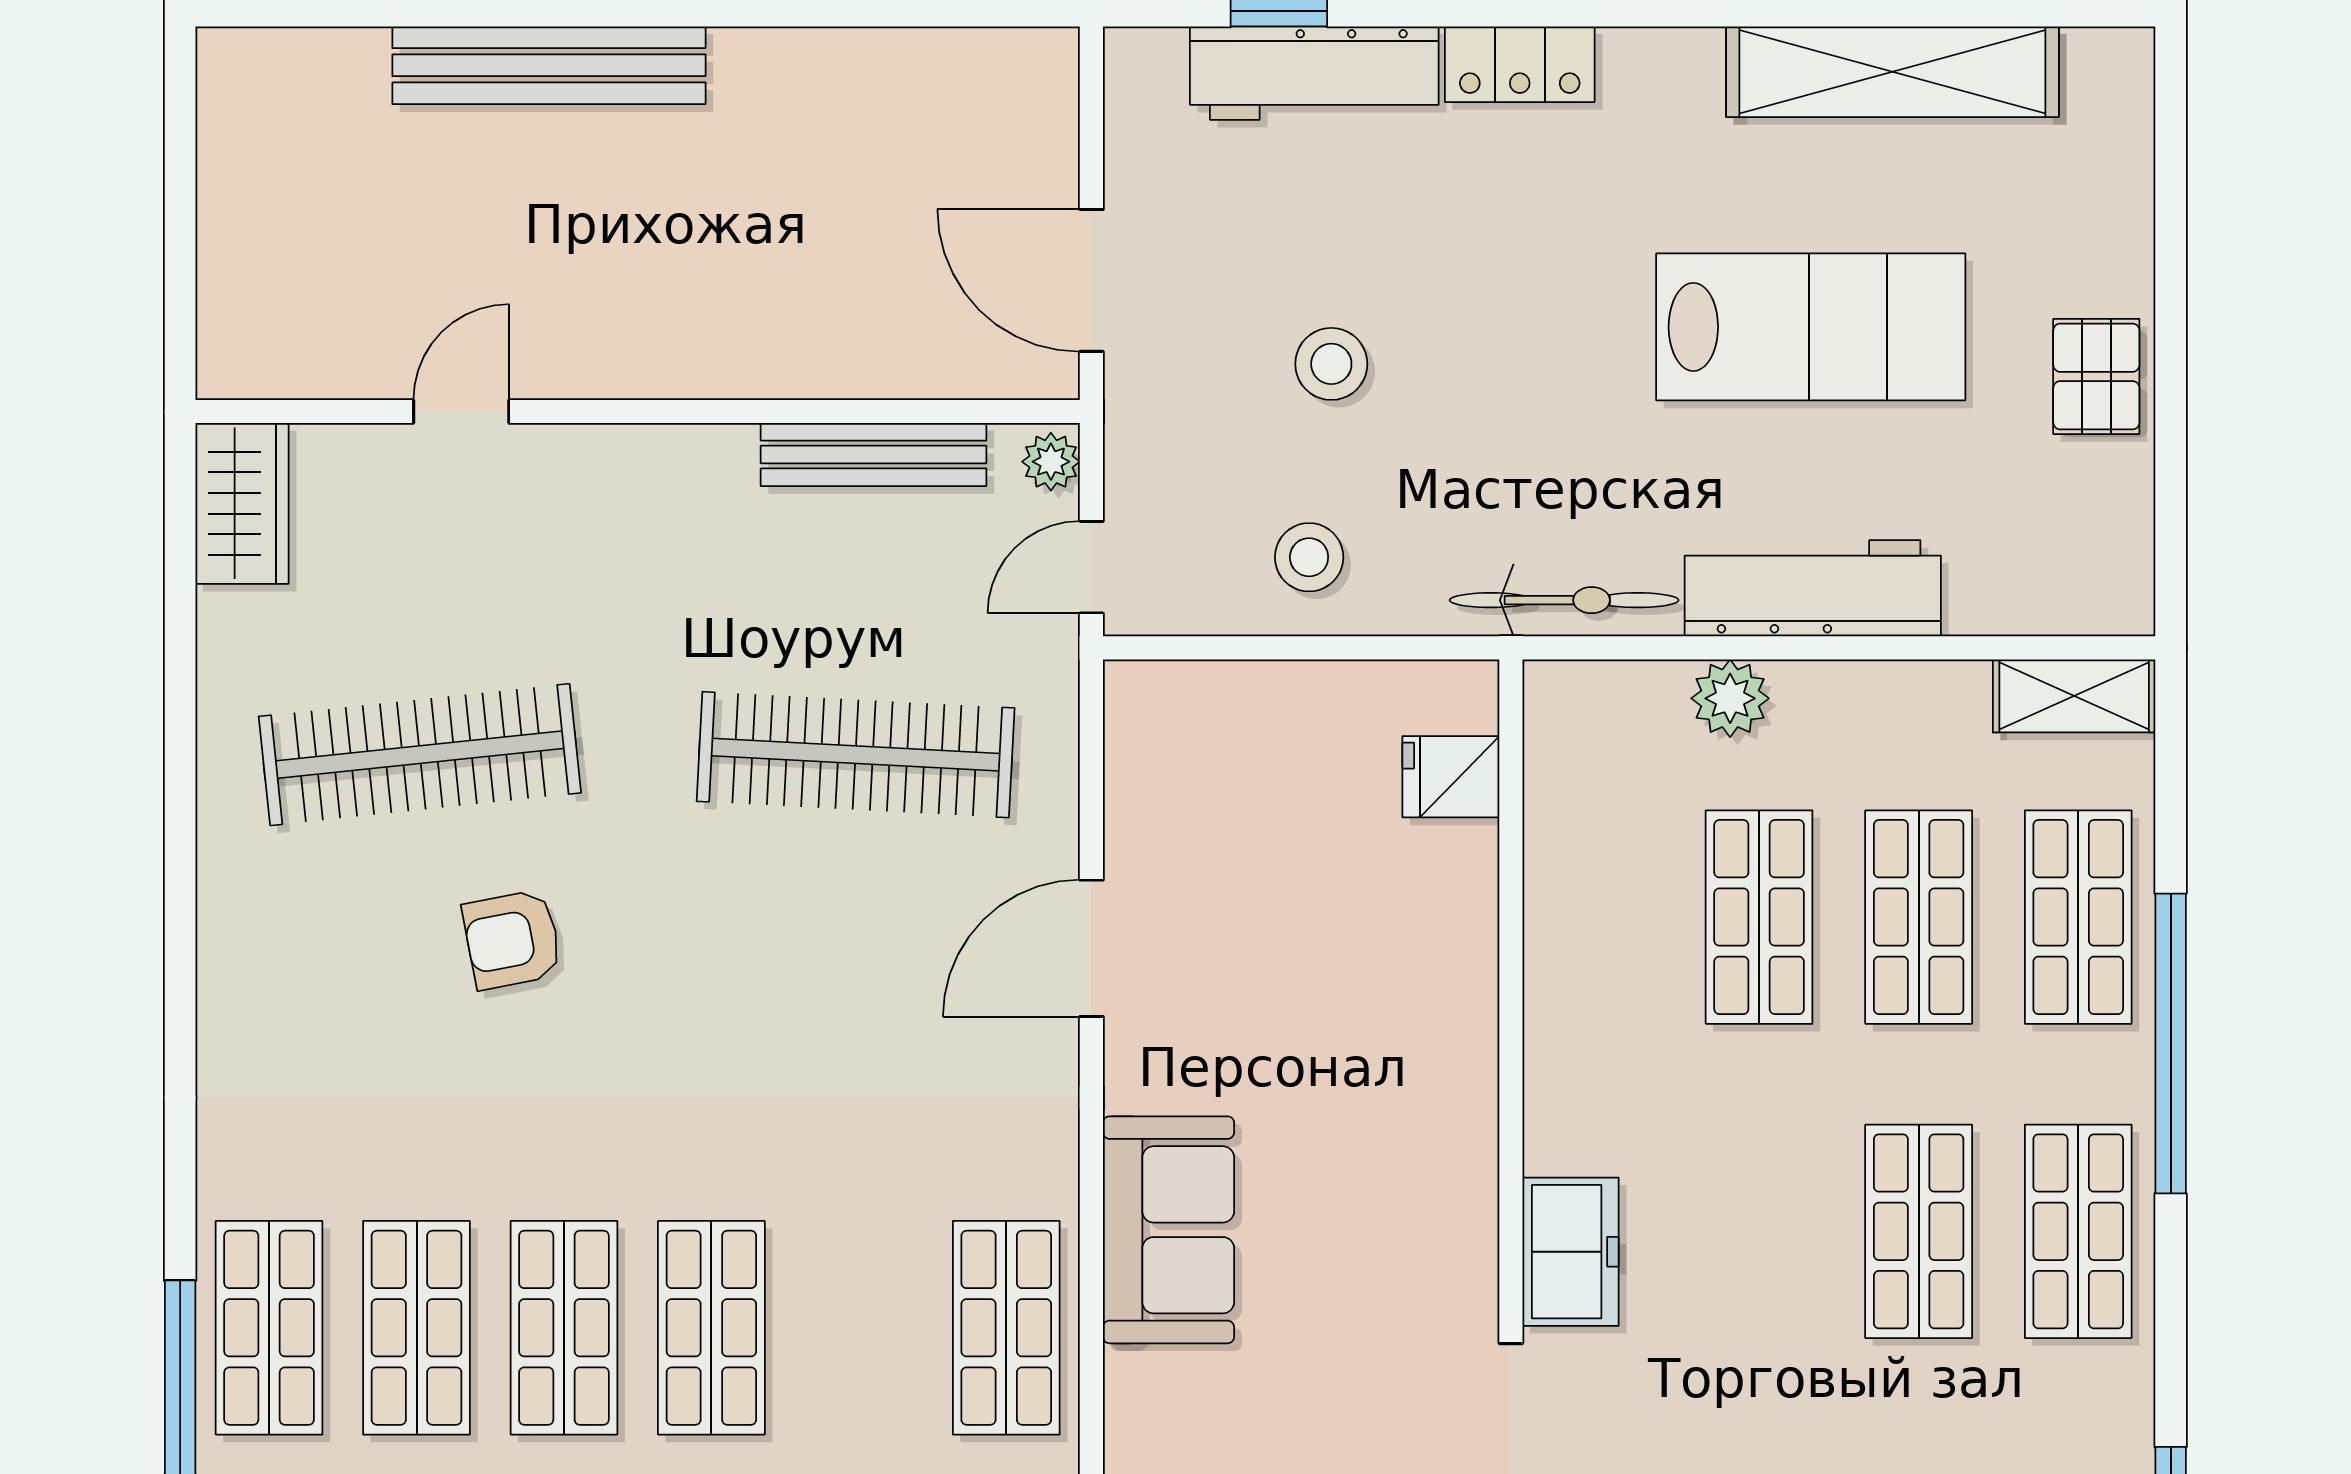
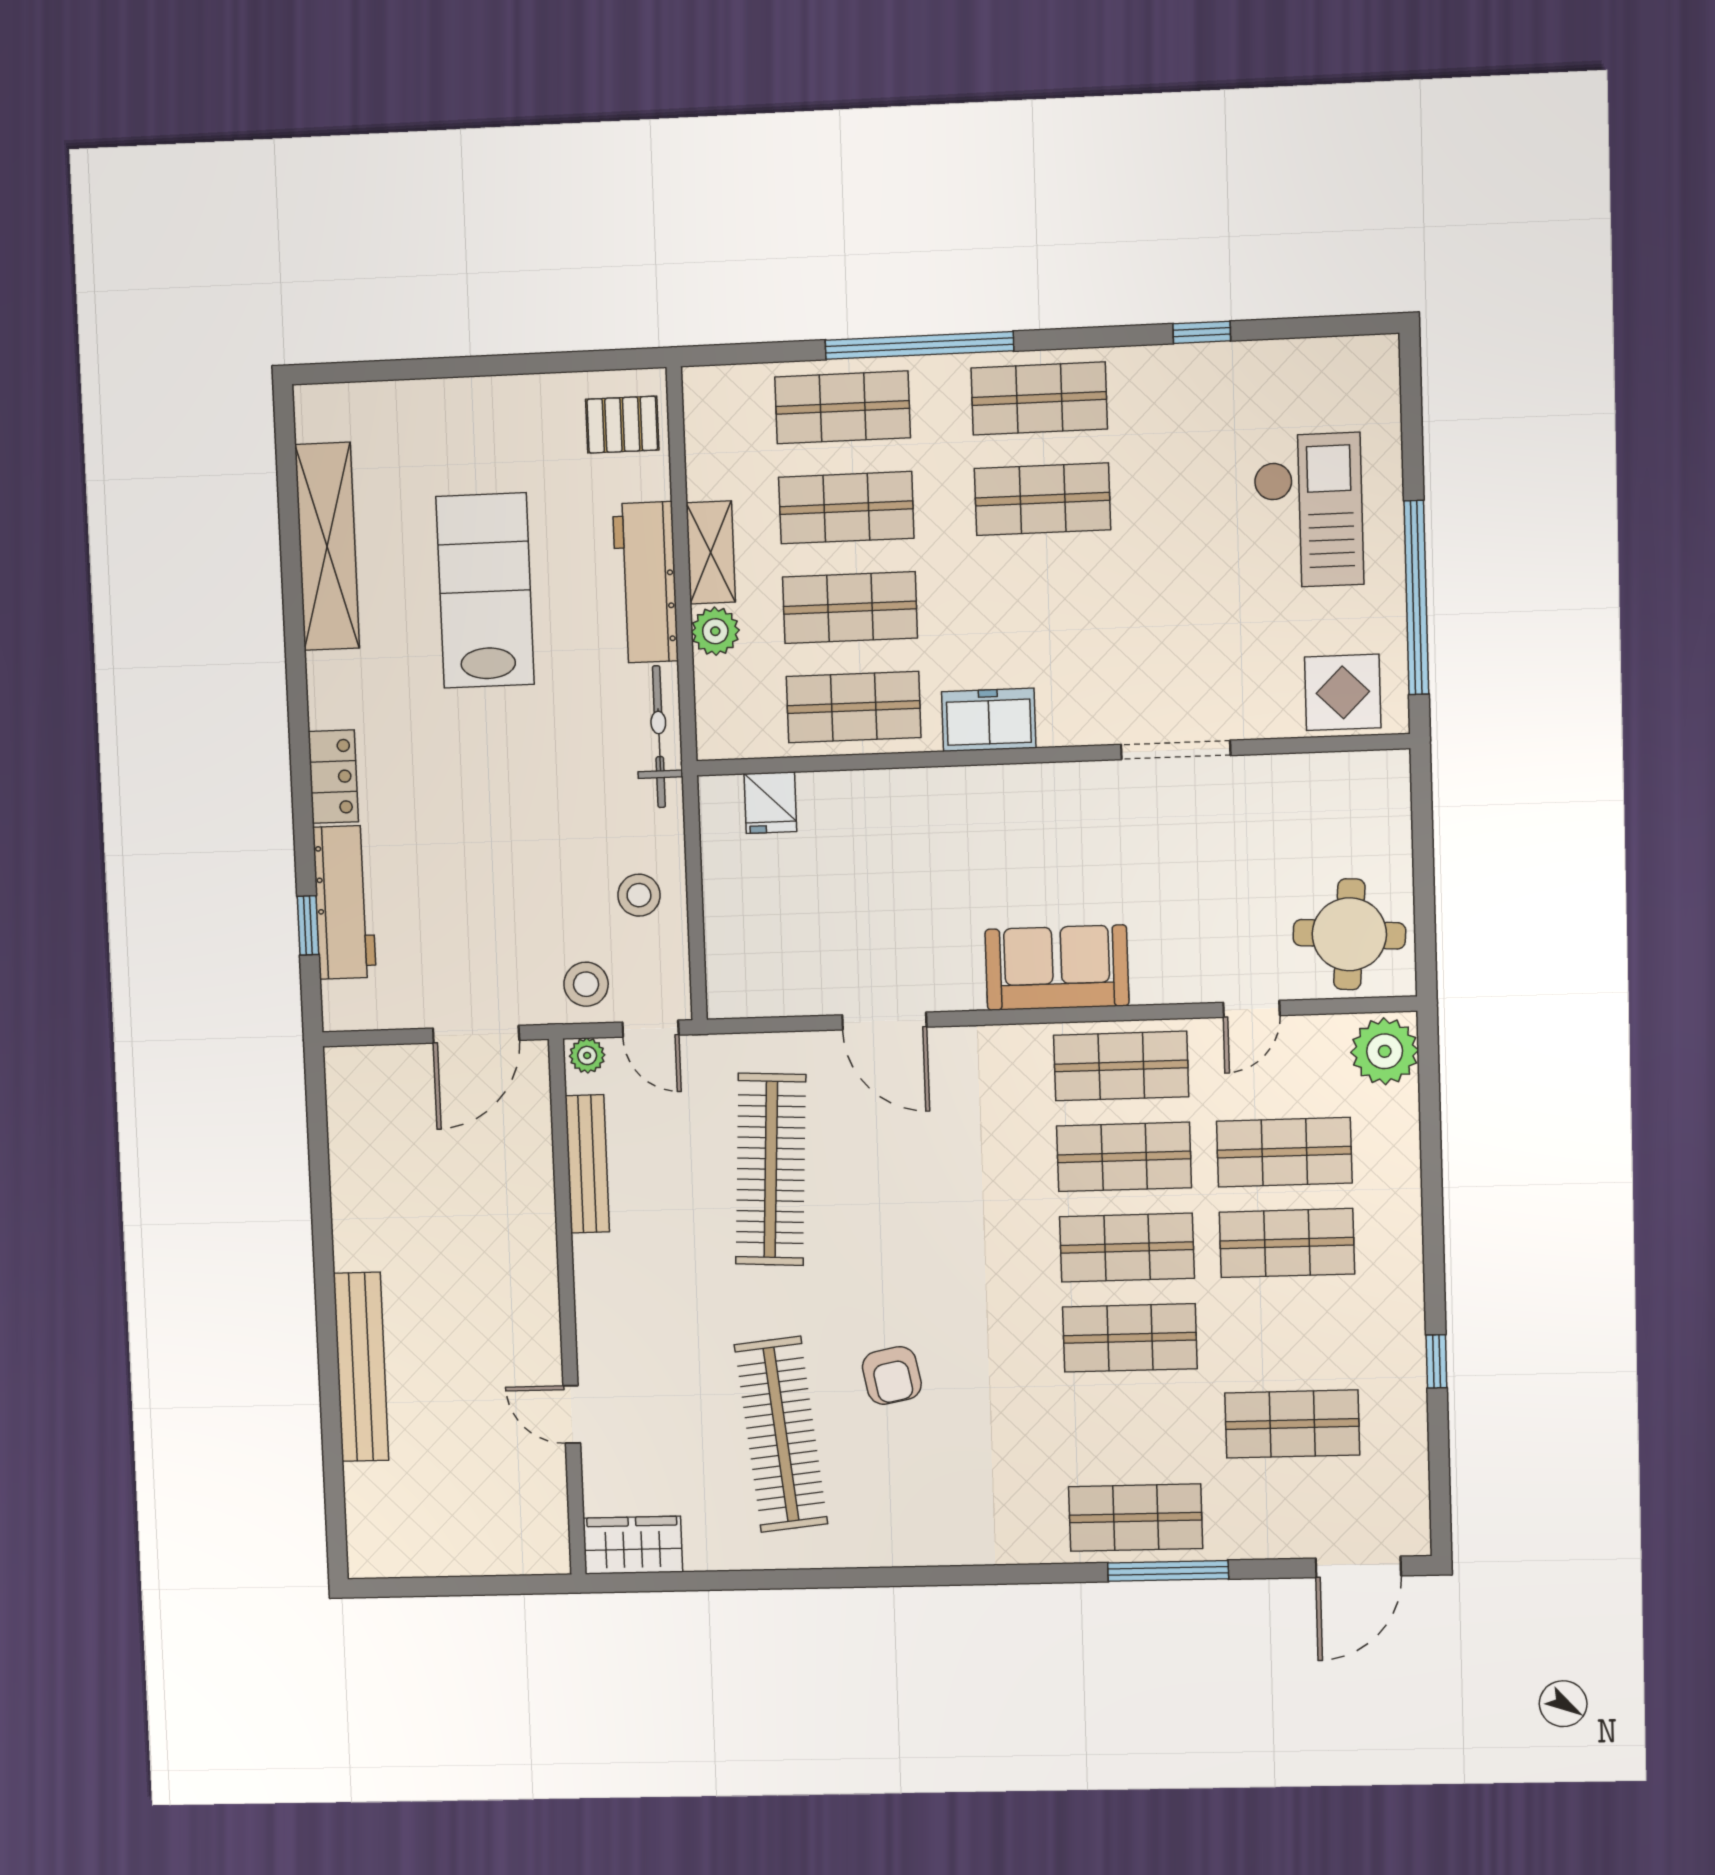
stool: (1331, 364) -> (586, 984), moved
pallet: (2096, 376) -> (622, 425), moved
shelving: (2074, 696) -> (711, 552), moved
shop shelf: (1599, 917) -> (854, 707), added
freezer: (1571, 1252) -> (989, 720), moved
shop shelf: (417, 1328) -> (1124, 1157), moved

